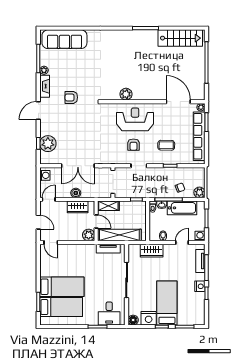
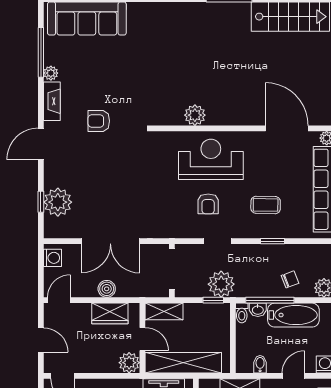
plant: (141, 190) -> (221, 284), added

